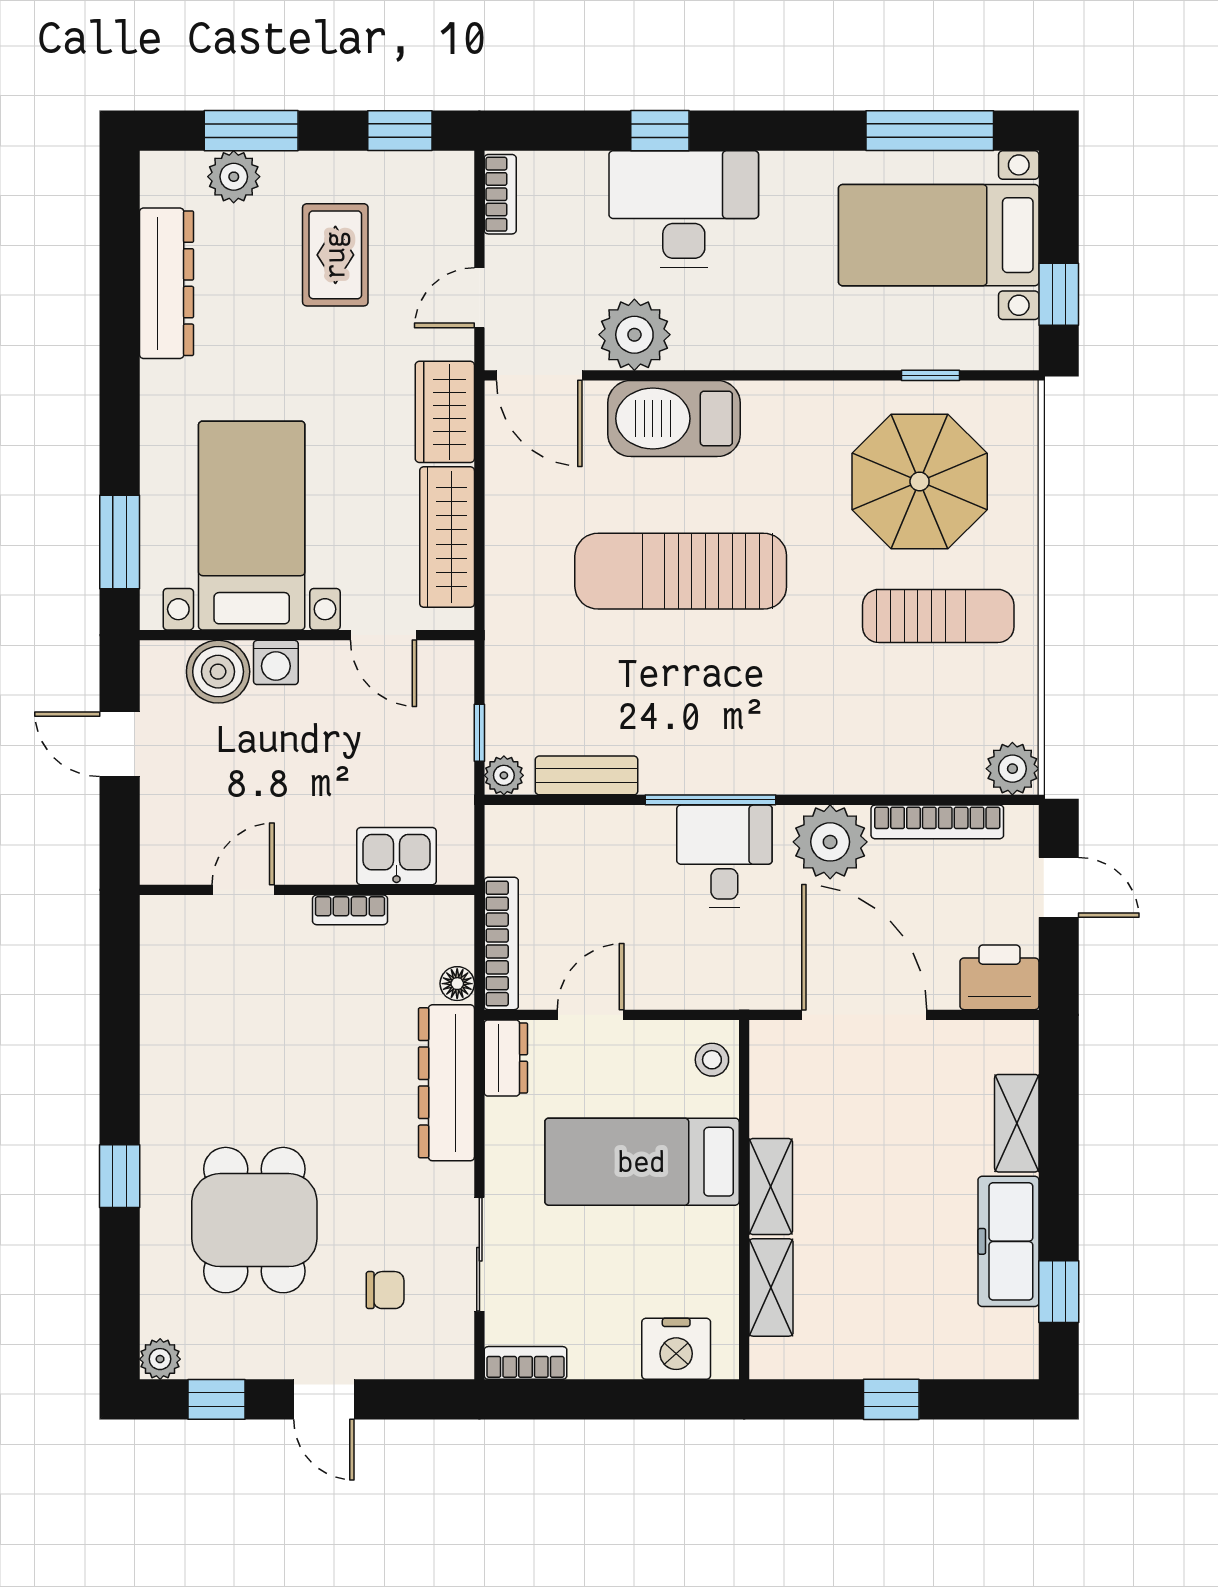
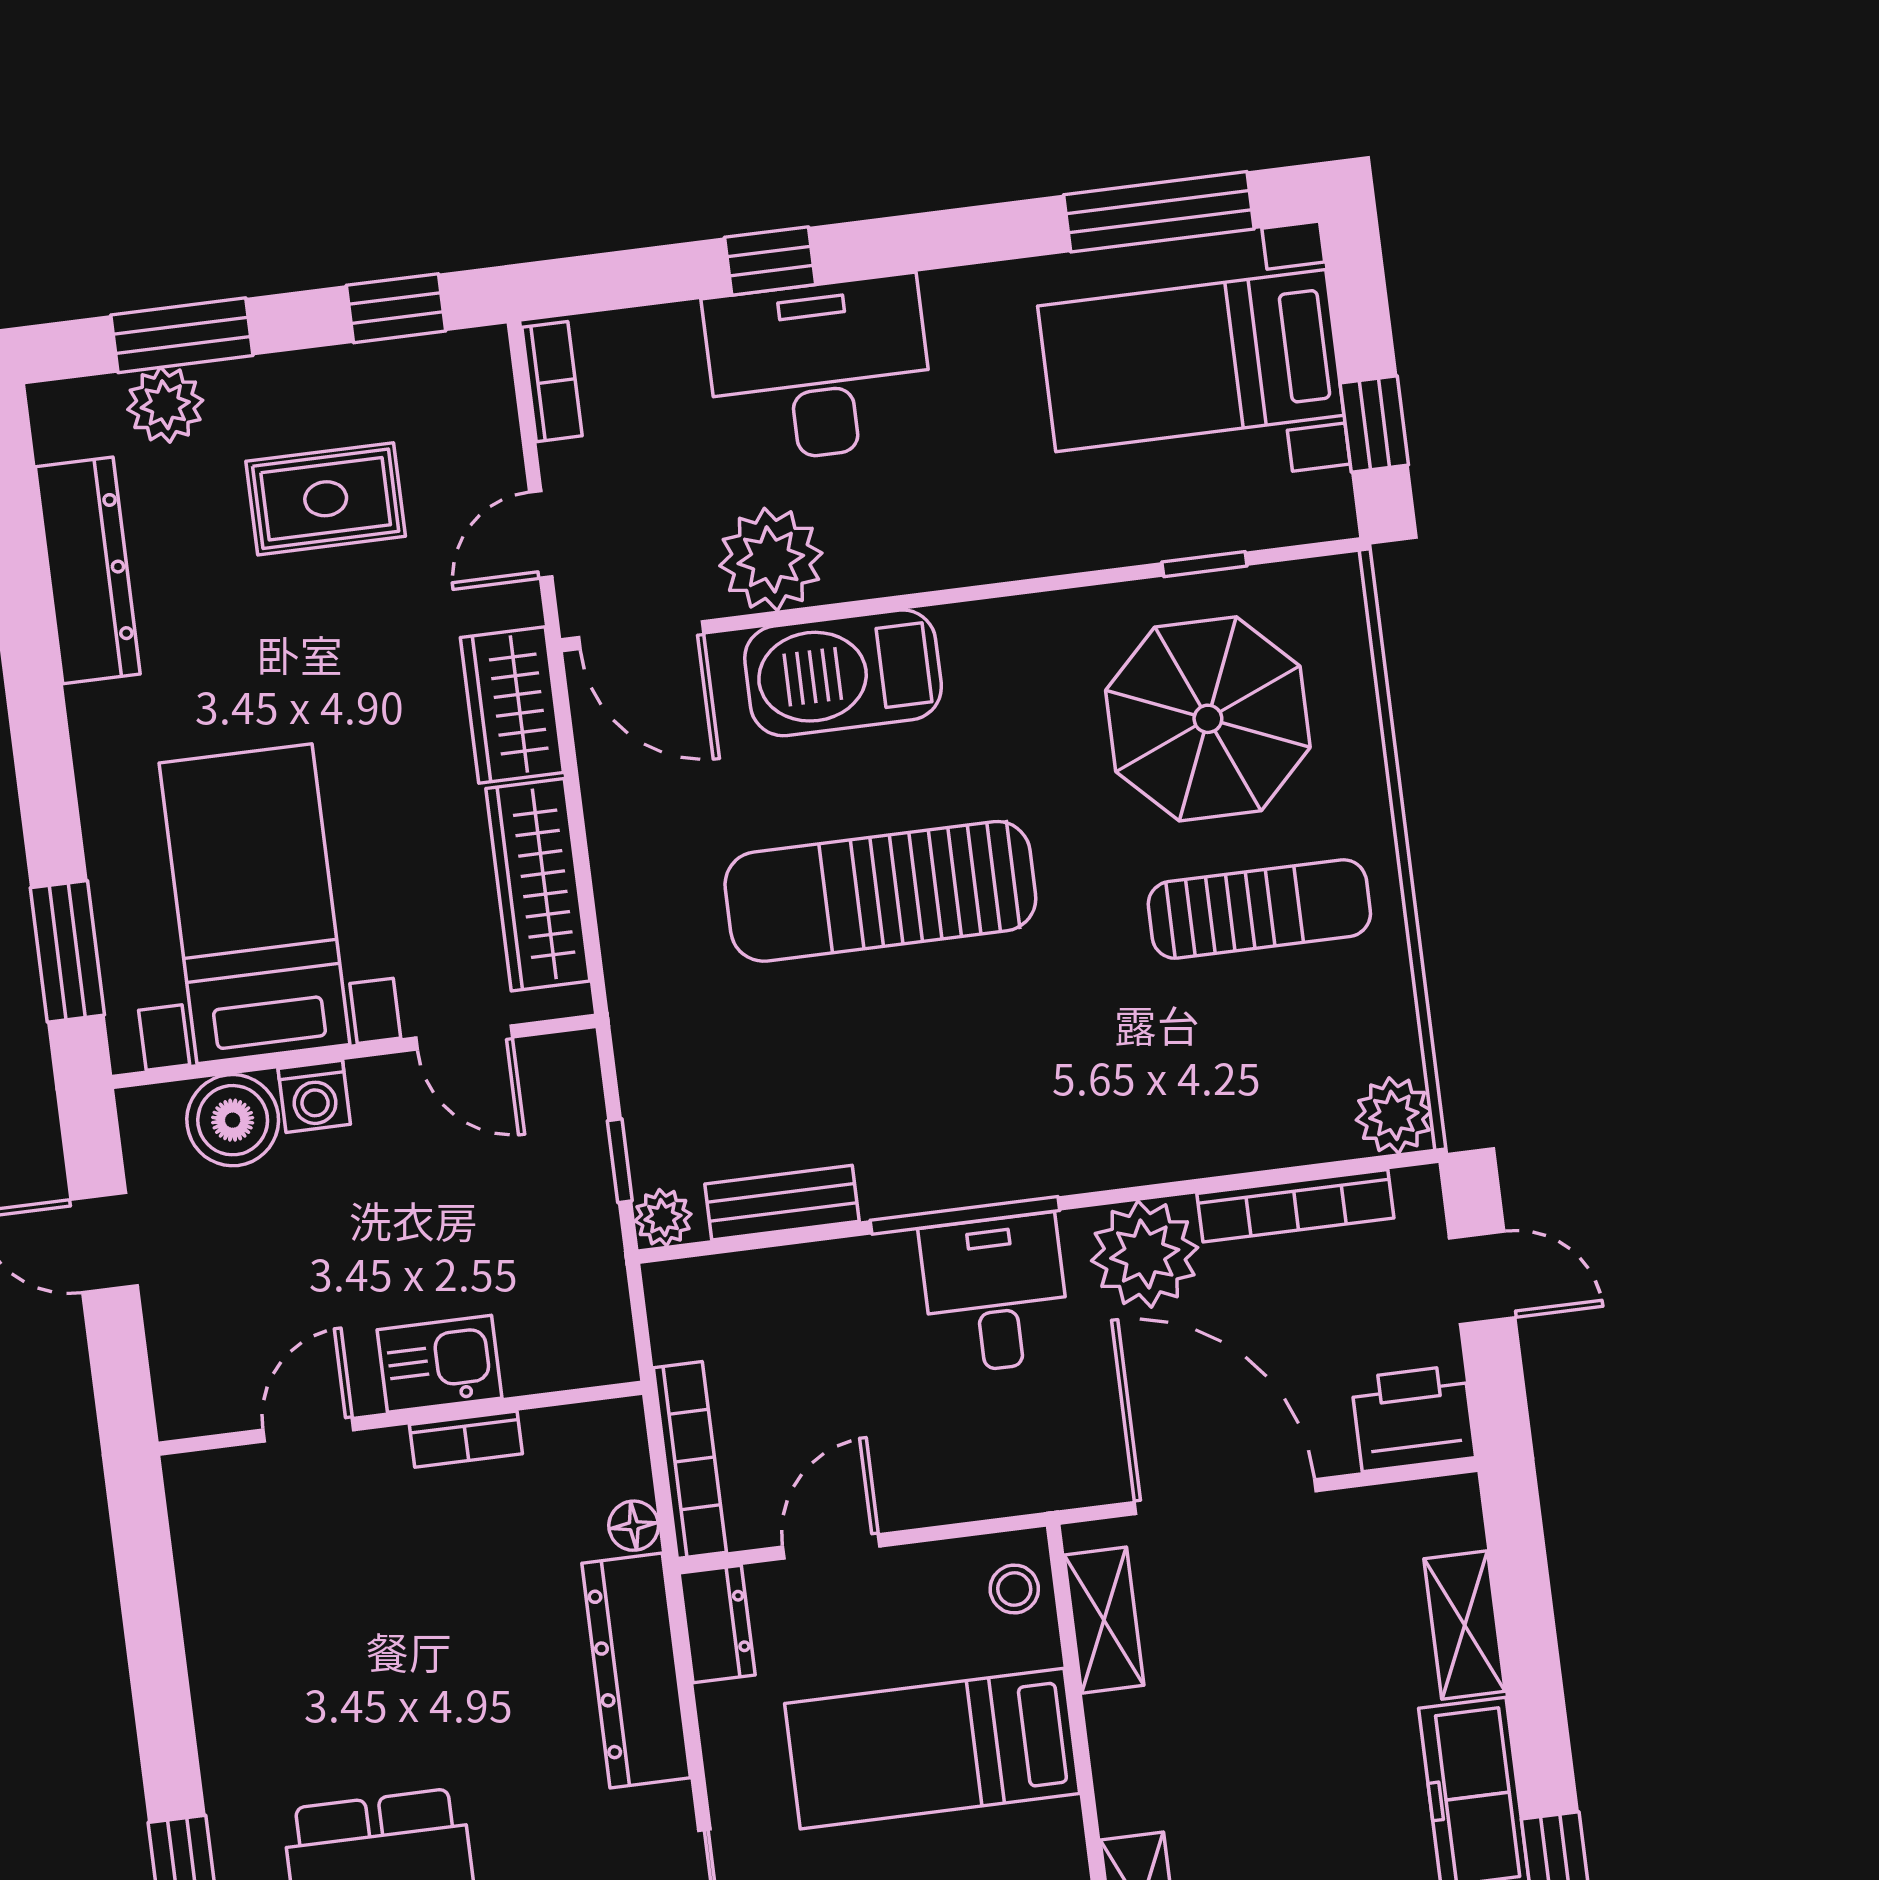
rug: (335, 255) -> (326, 499), turned 90
kitchen sink: (397, 856) -> (440, 1364), moved
shelving: (771, 1186) -> (1104, 1620), moved

